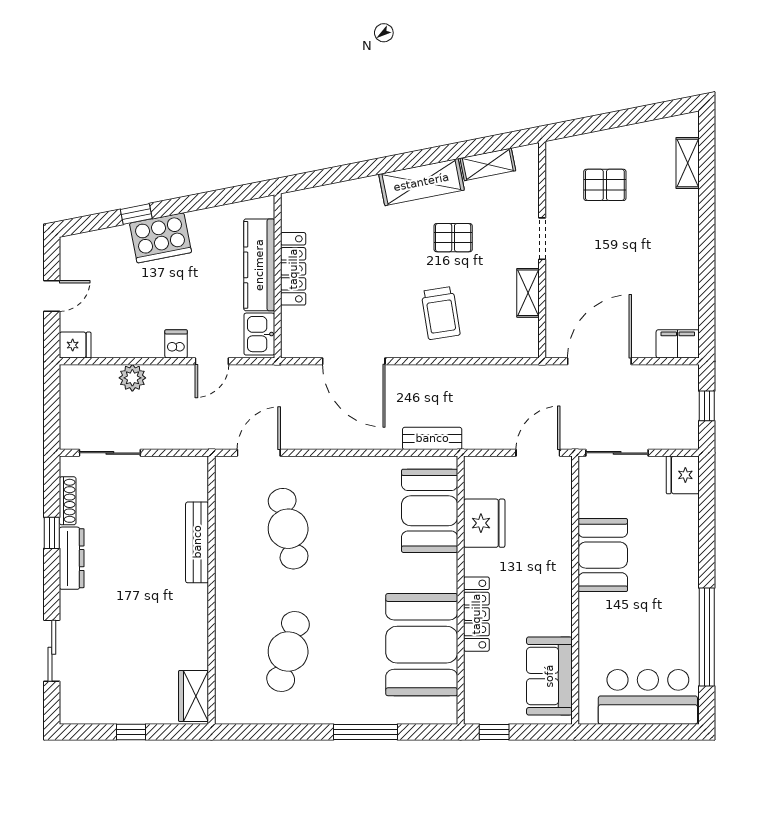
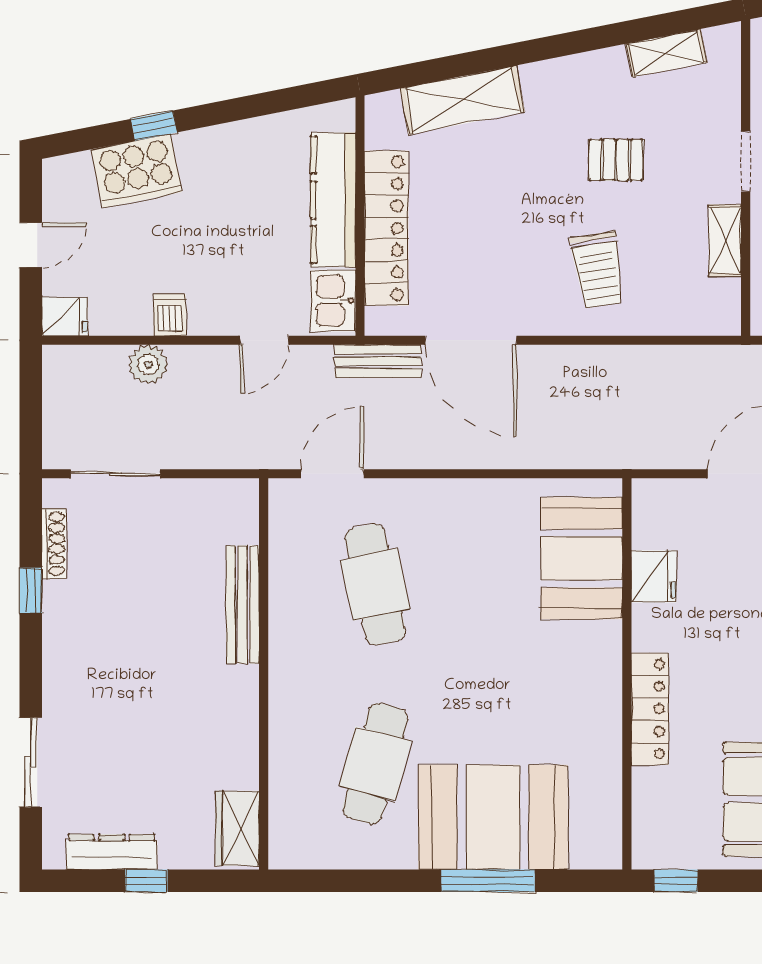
shelving: (421, 182) -> (462, 100), moved
cooker: (160, 238) -> (136, 171), moved
locker: (293, 269) -> (386, 228), width x1.41, depth x1.21
dishwasher: (176, 344) -> (170, 315), moved
bench: (432, 438) -> (378, 361), moved
fridge: (484, 523) -> (654, 576), width x0.73, depth x0.75
dresser: (72, 558) -> (112, 852), moved, turned -90
booth: (422, 645) -> (493, 817), moved, turned 90

